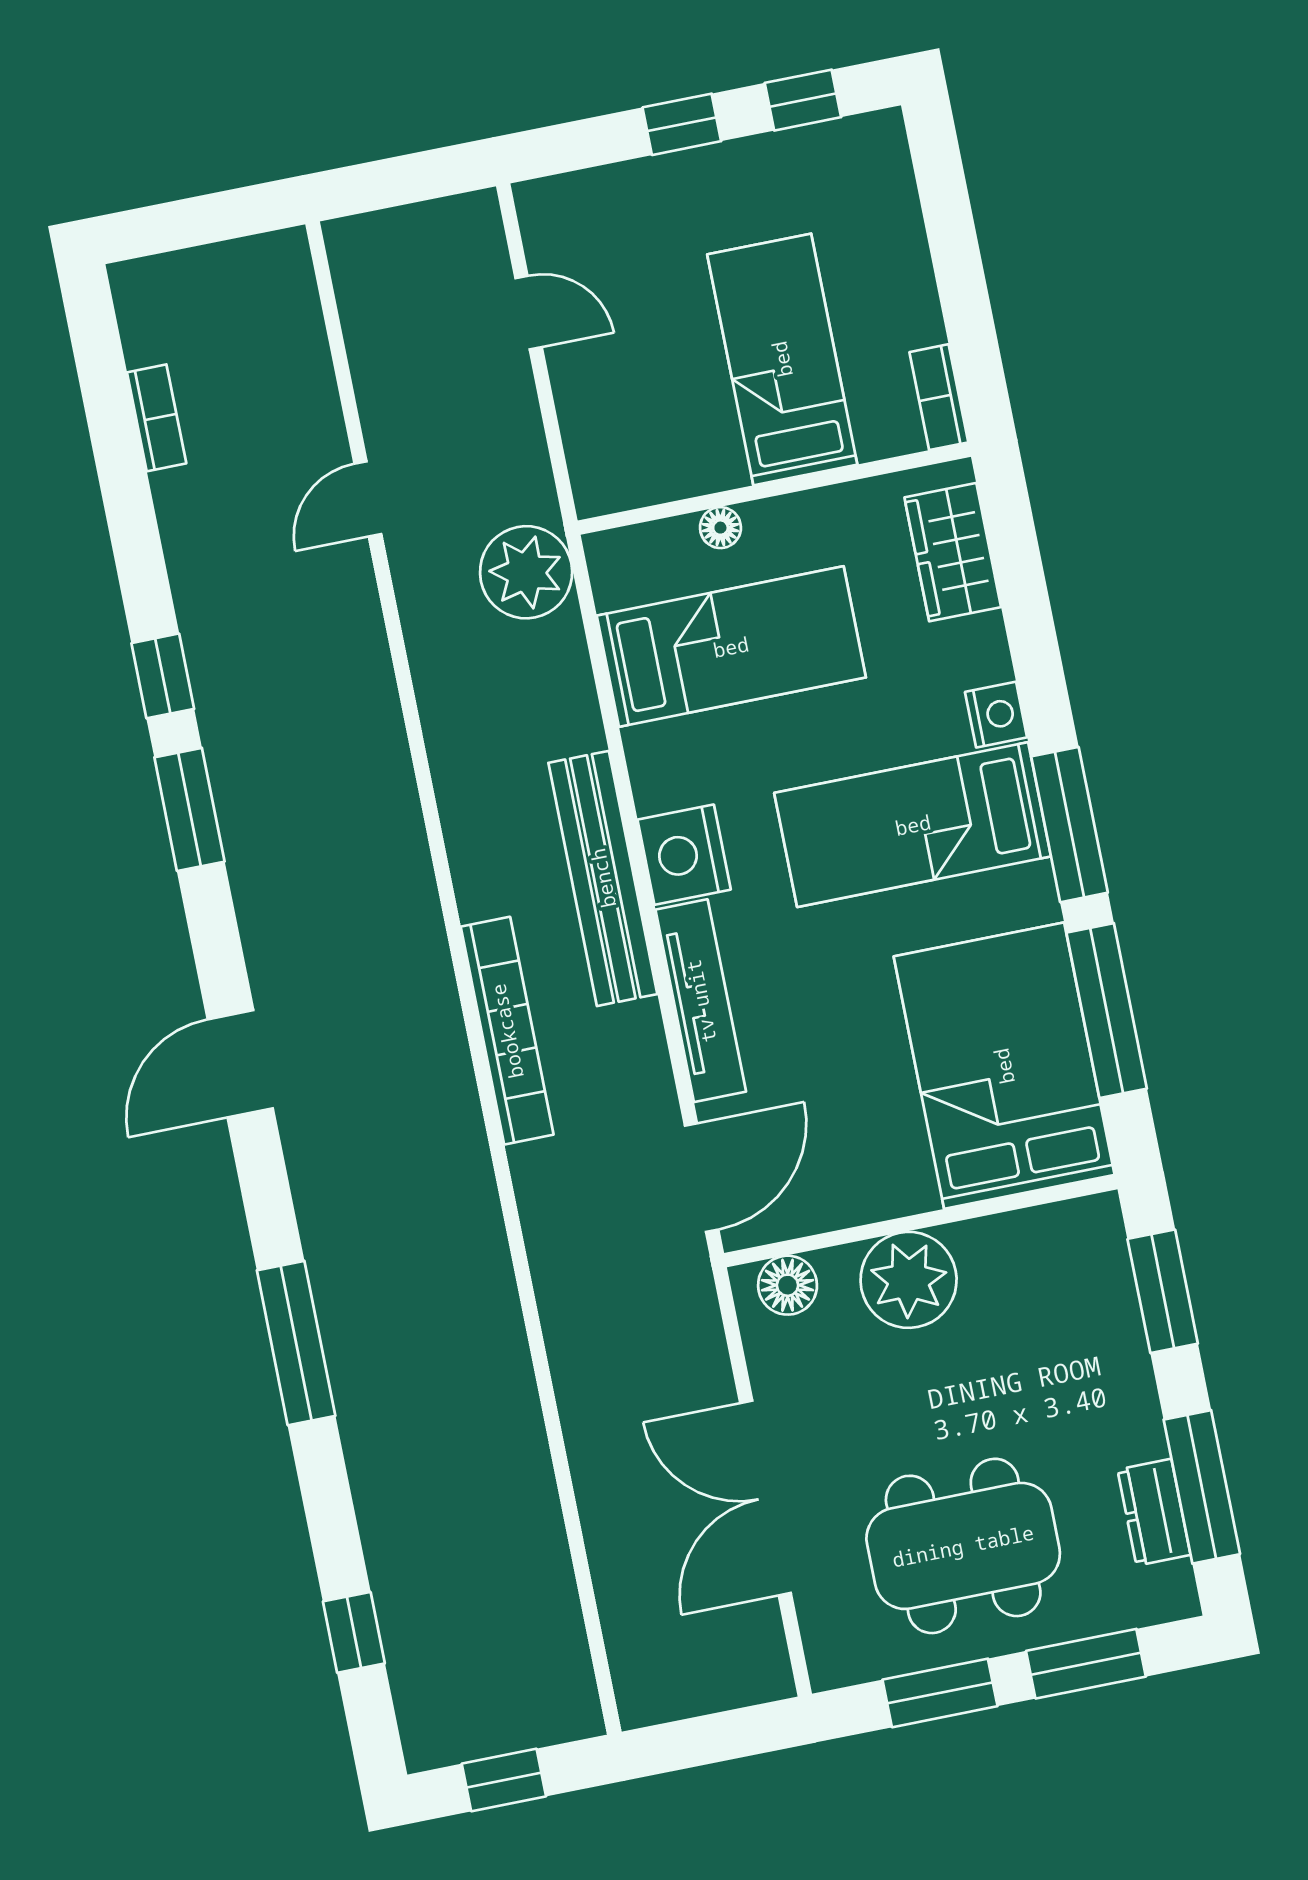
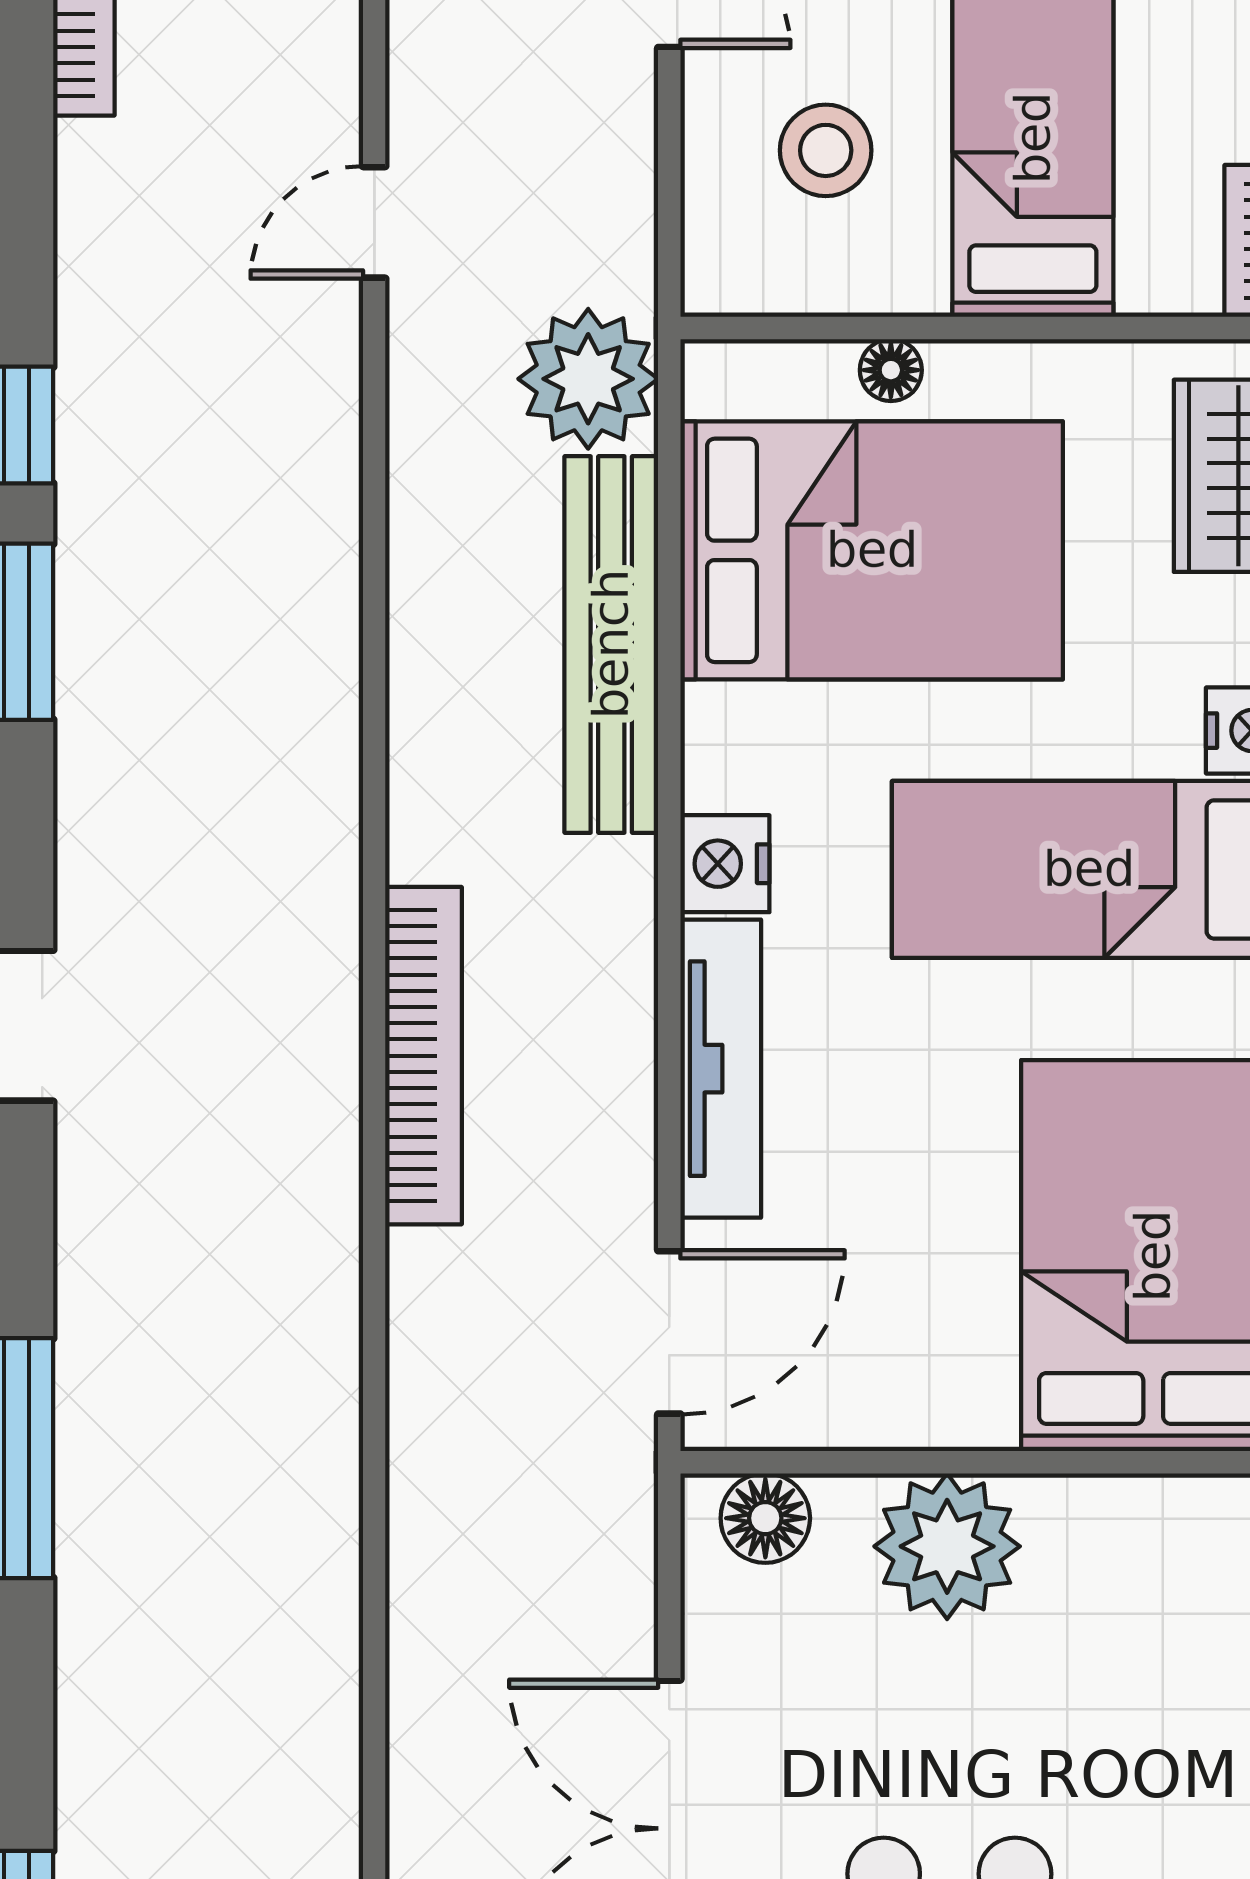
stool: (650, 394) -> (826, 150), added
bed: (731, 647) -> (872, 550), width x1.50
nightstand: (684, 855) -> (725, 864), width x0.74, depth x0.75
bench: (603, 878) -> (611, 644), moved

